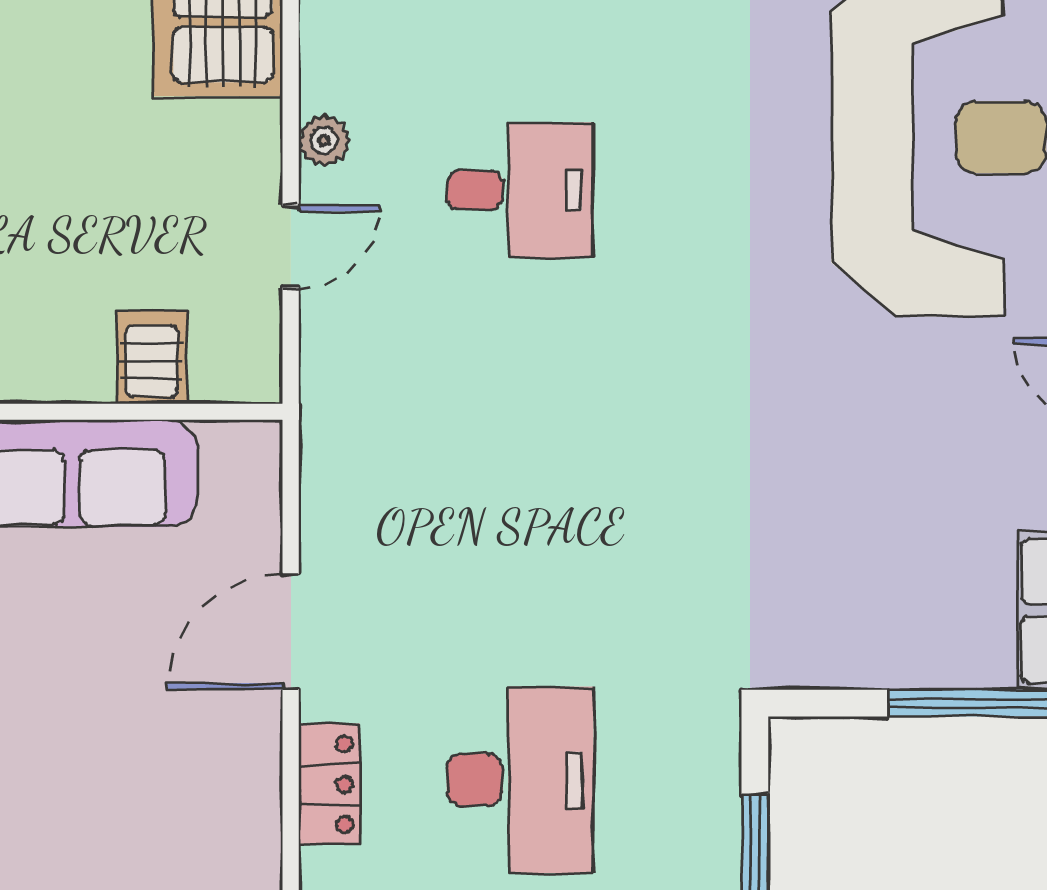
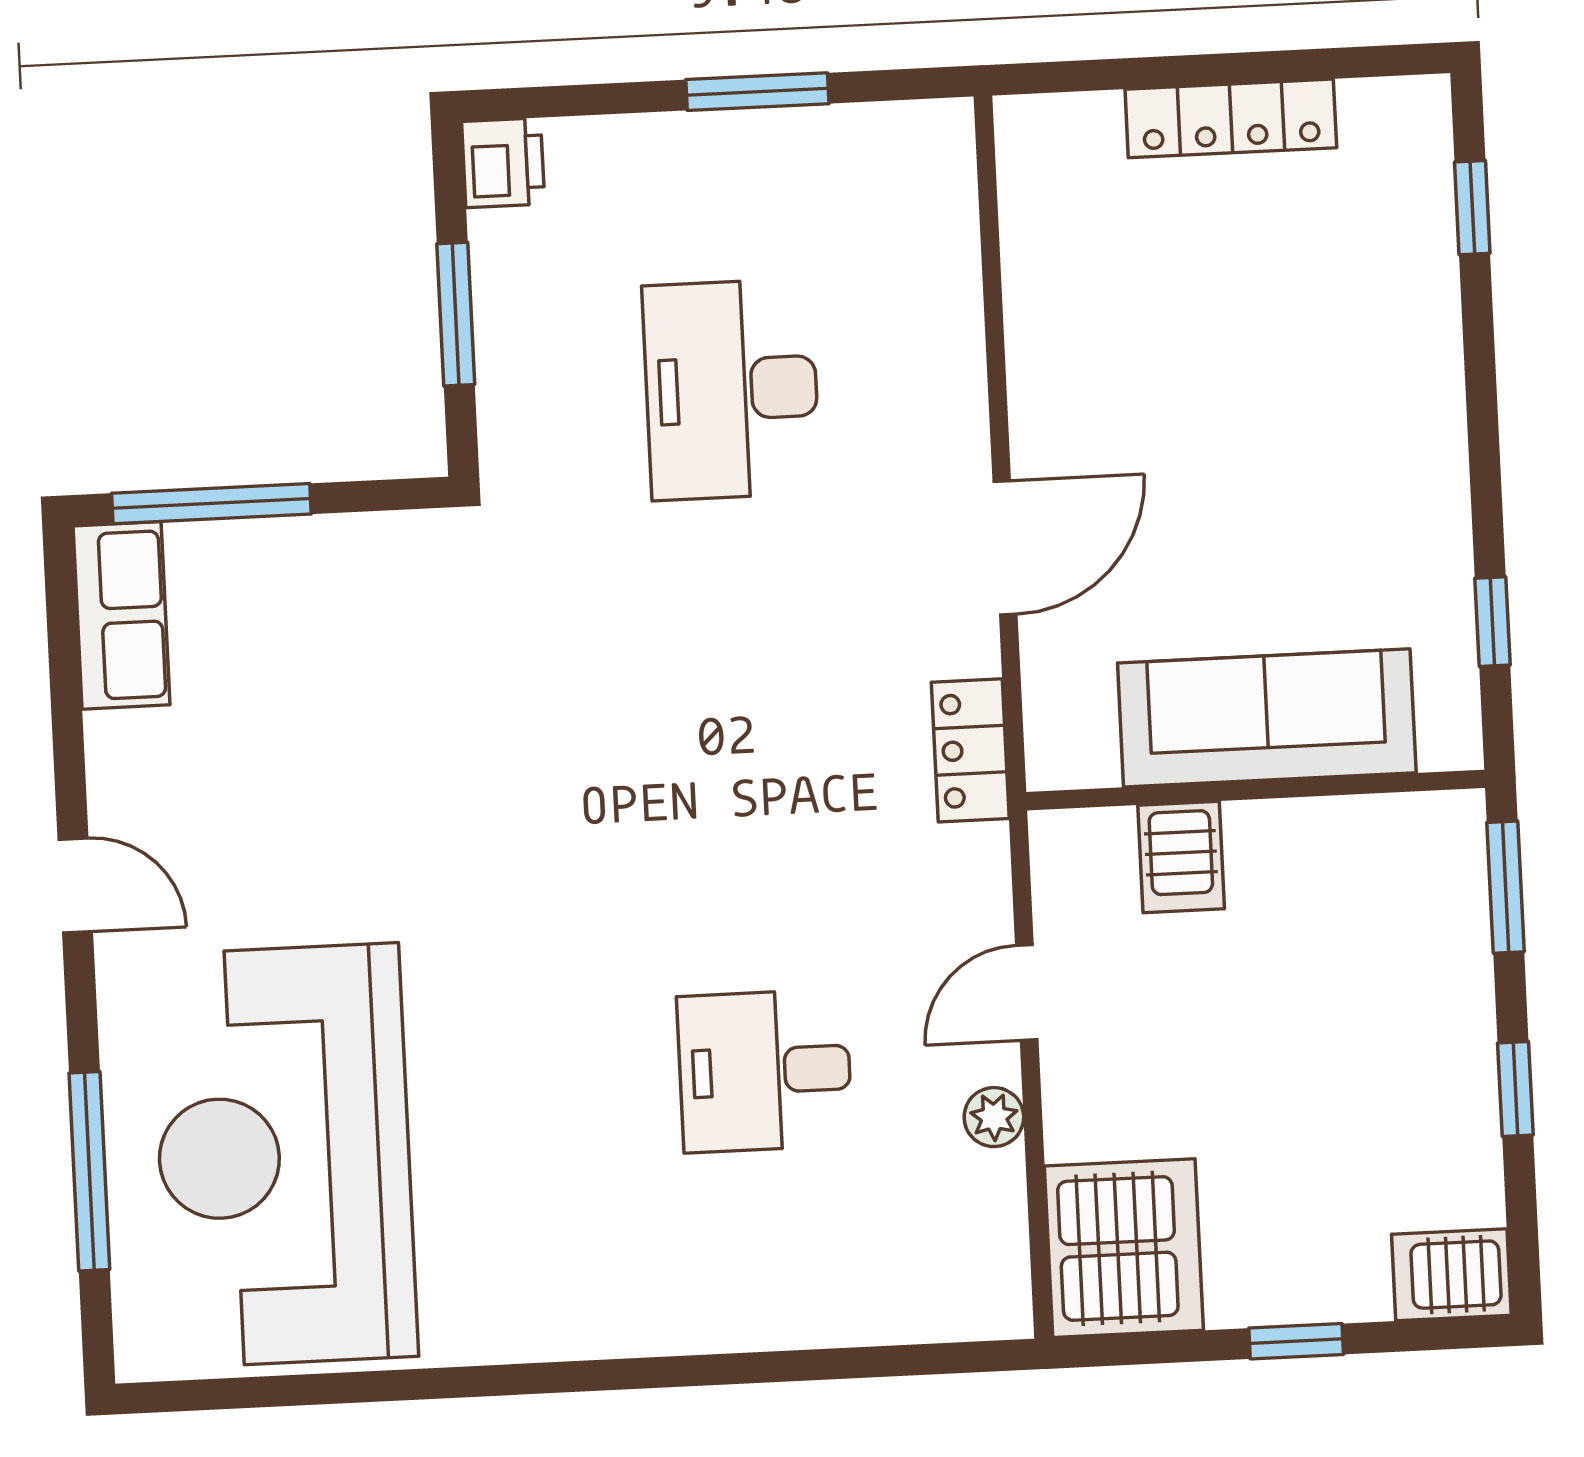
locker: (329, 784) -> (970, 750), moved

